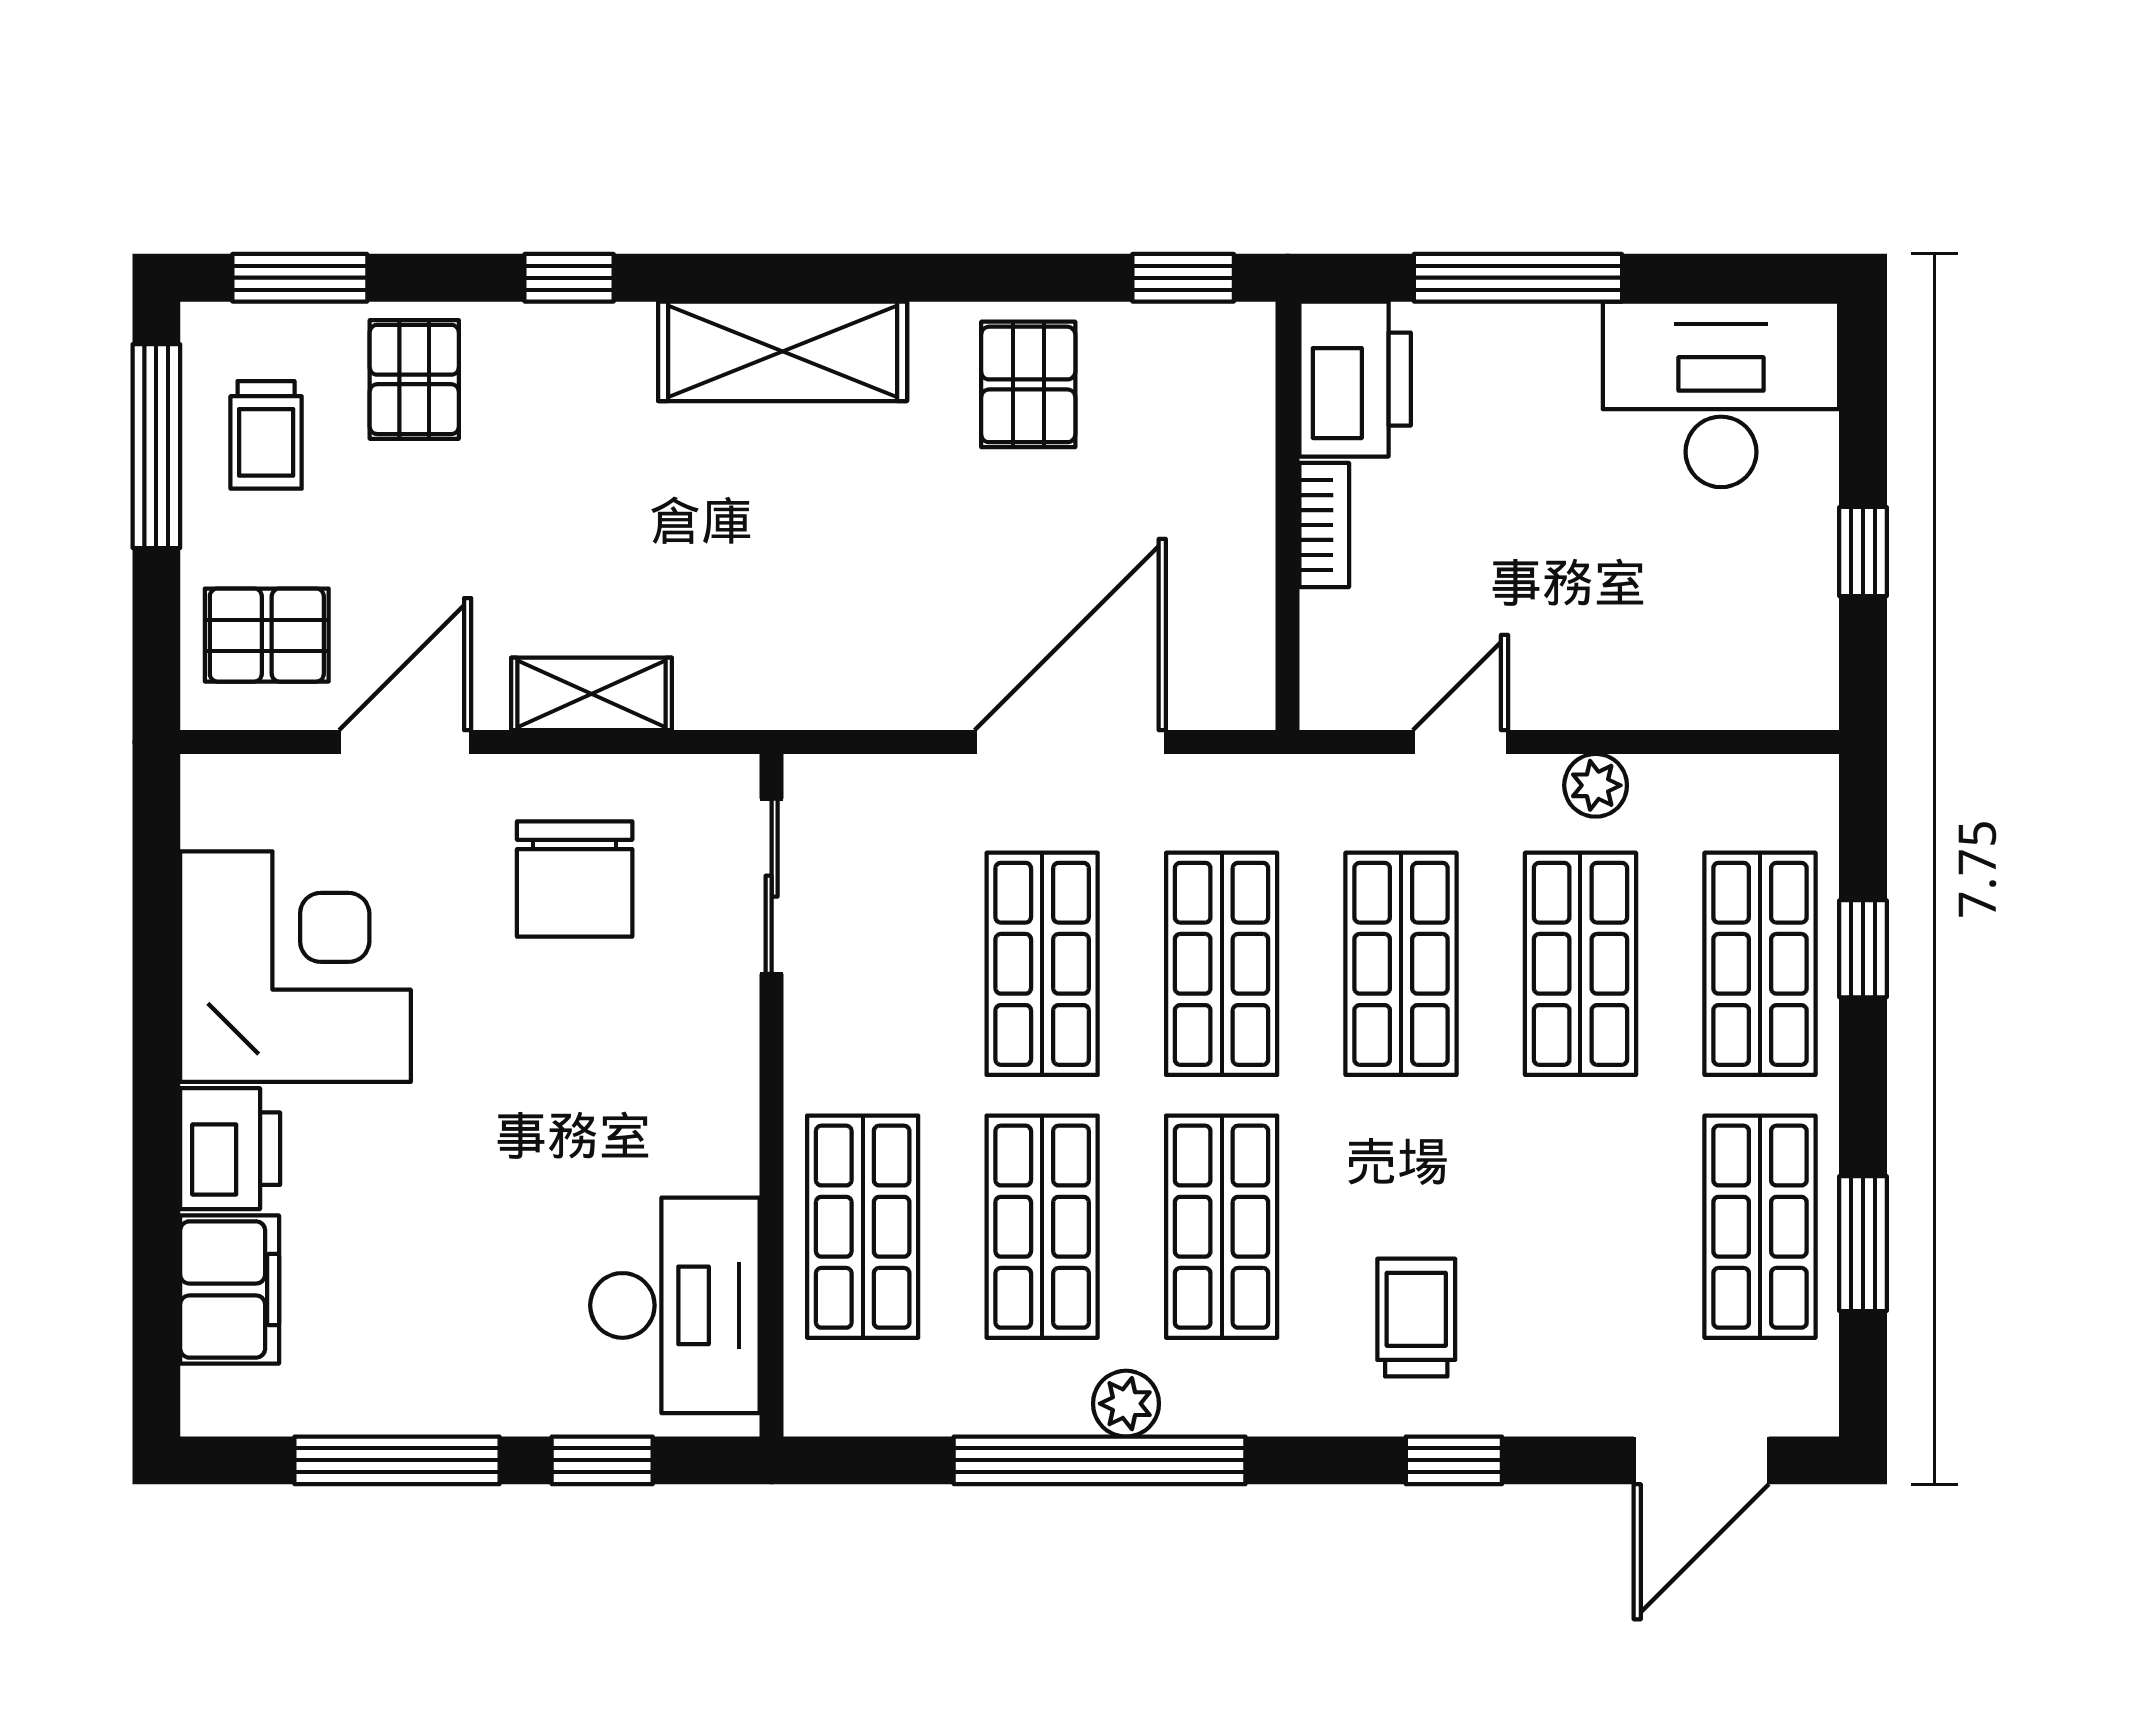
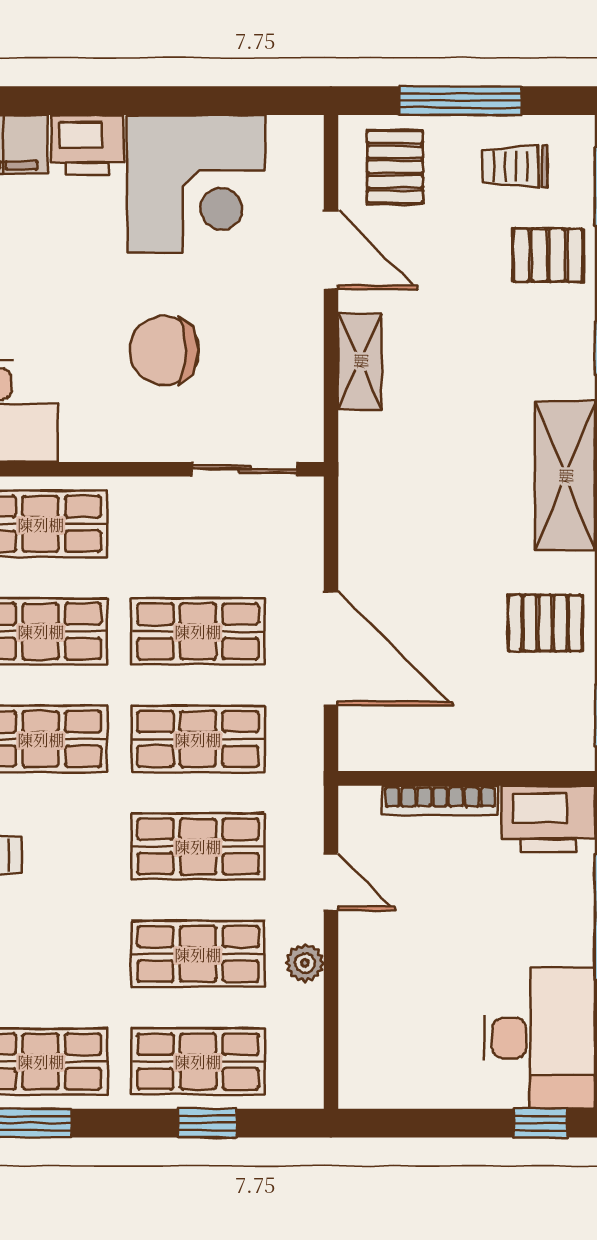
window: (156, 446) -> (460, 101), moved
bookcase: (1324, 525) -> (440, 800), width x1.56
window: (1863, 552) -> (540, 1123), moved
chair: (575, 879) -> (164, 351), moved

